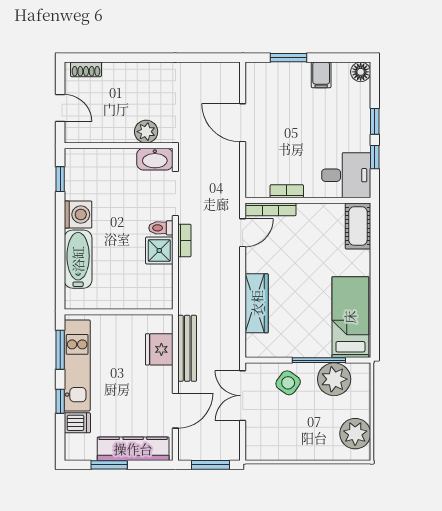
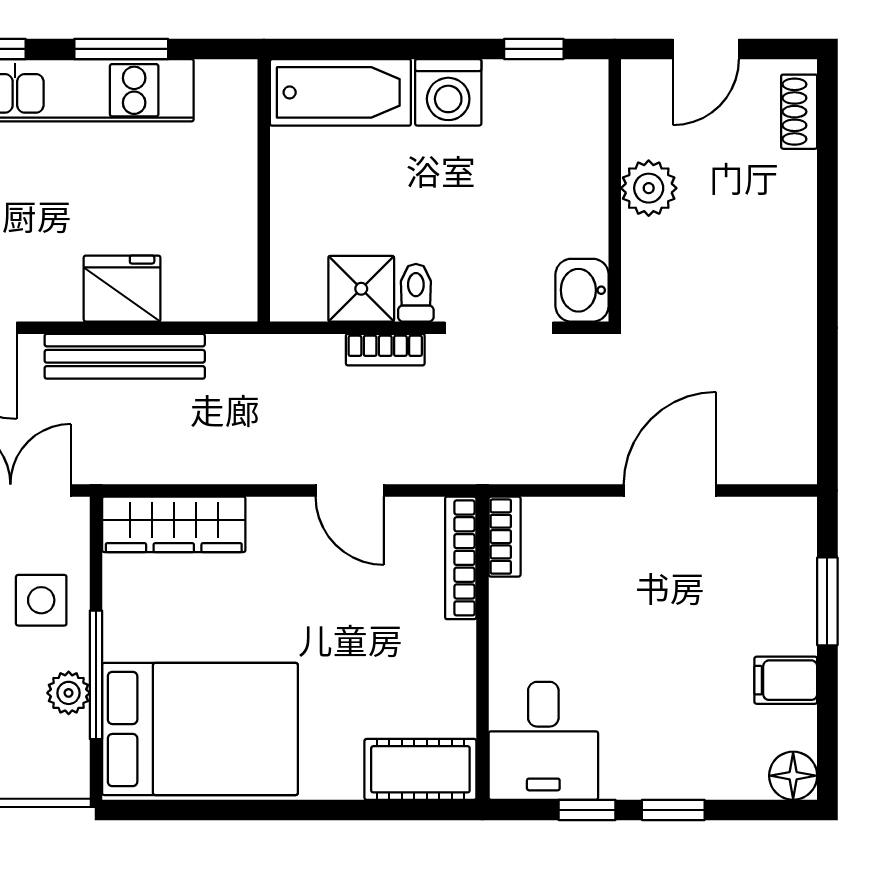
plant: (146, 132) -> (649, 188), moved
washbasin: (155, 159) -> (582, 290), width x0.72
bookcase: (287, 191) -> (505, 537), moved
door: (243, 233) -> (350, 491), moved
wardrobe: (257, 303) -> (174, 524), moved
wall: (119, 312) -> (264, 190), moved
bed: (350, 317) -> (200, 729), width x1.50
plant: (334, 379) -> (69, 693), width x0.53, depth x0.53
side table: (288, 383) -> (41, 600), turned -36

